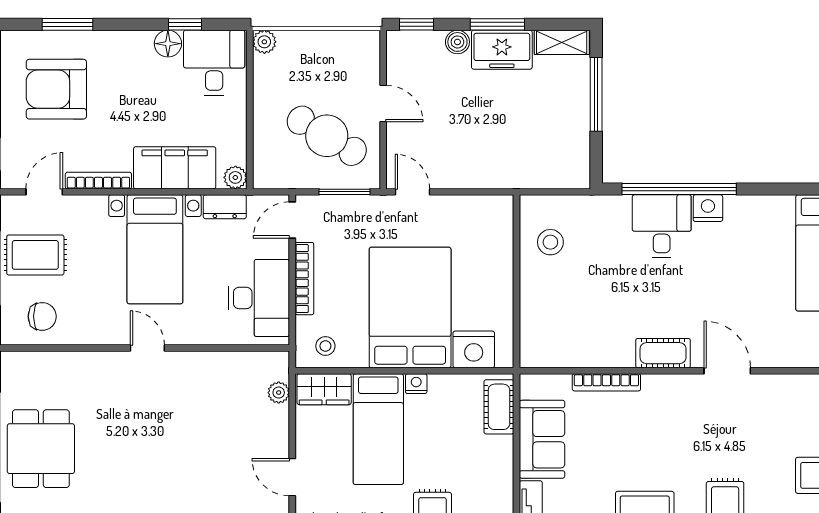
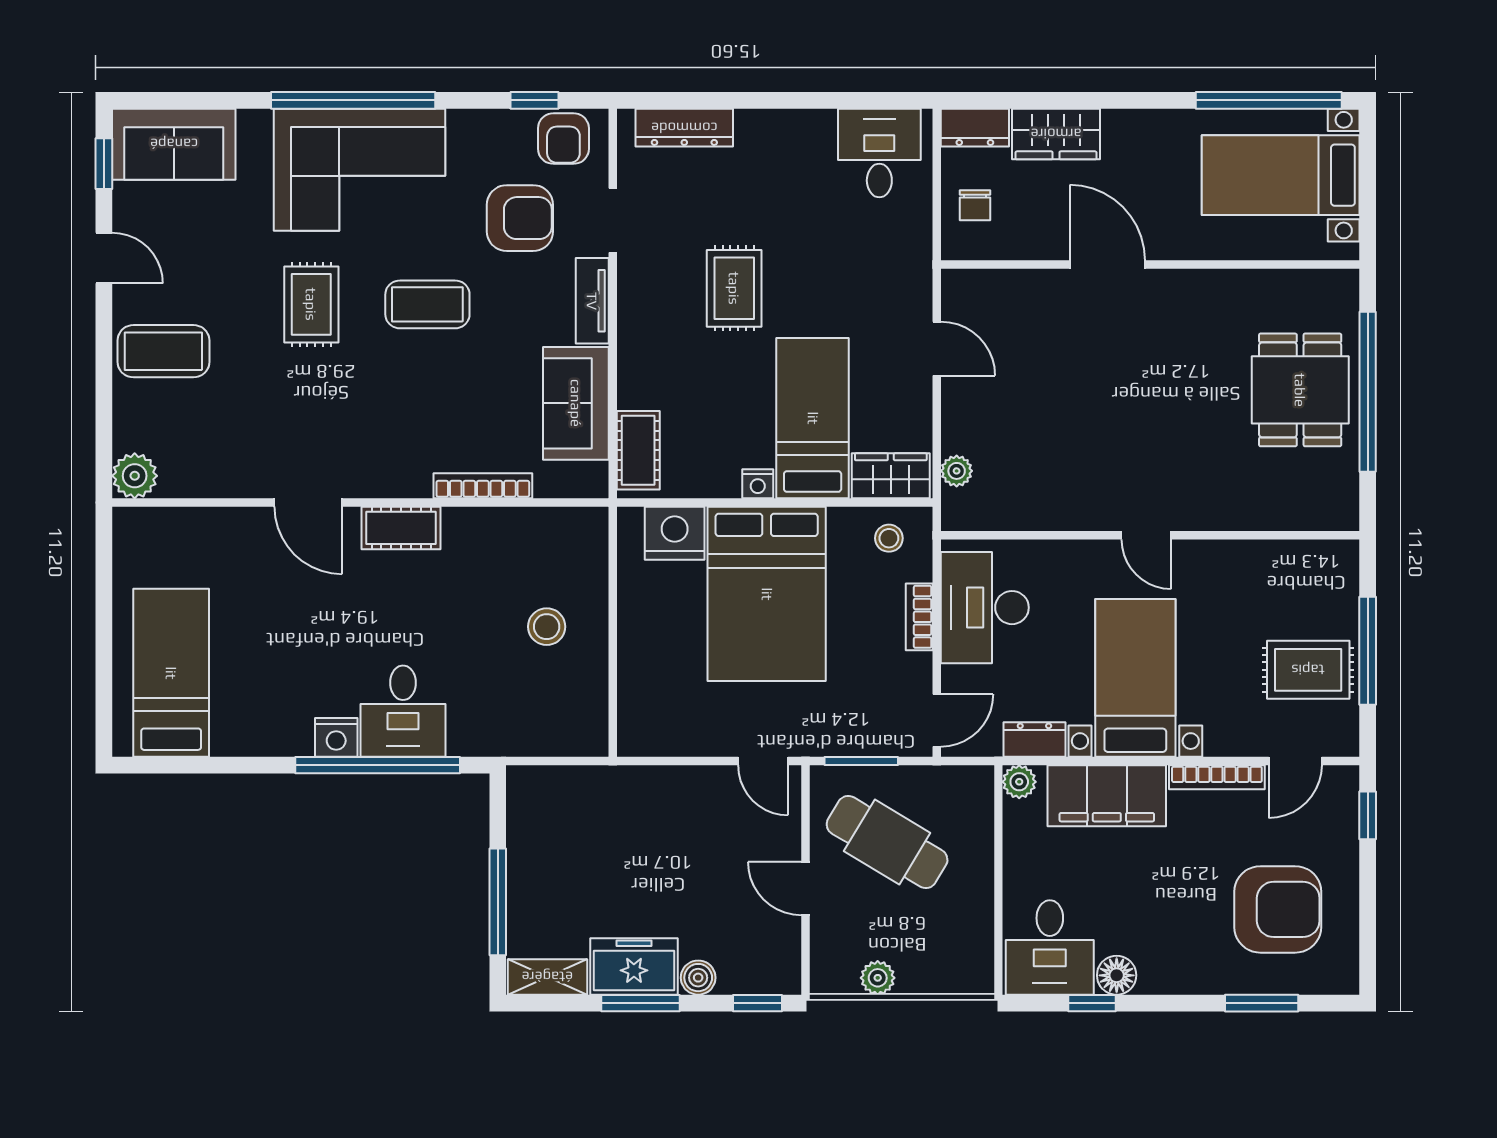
plant: (264, 42) -> (878, 978), moved
stool: (550, 242) -> (547, 627), moved
bookcase: (304, 279) -> (919, 617), width x0.64
chair: (42, 316) -> (1298, 581), removed

